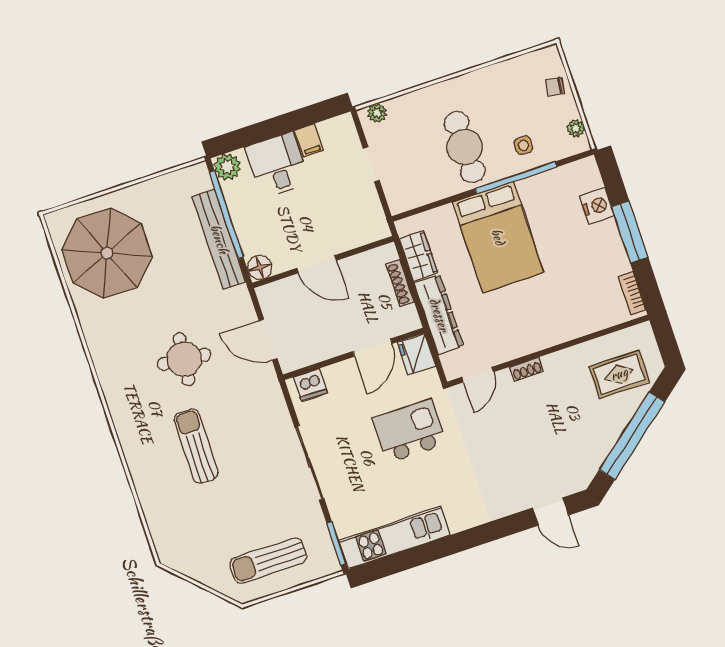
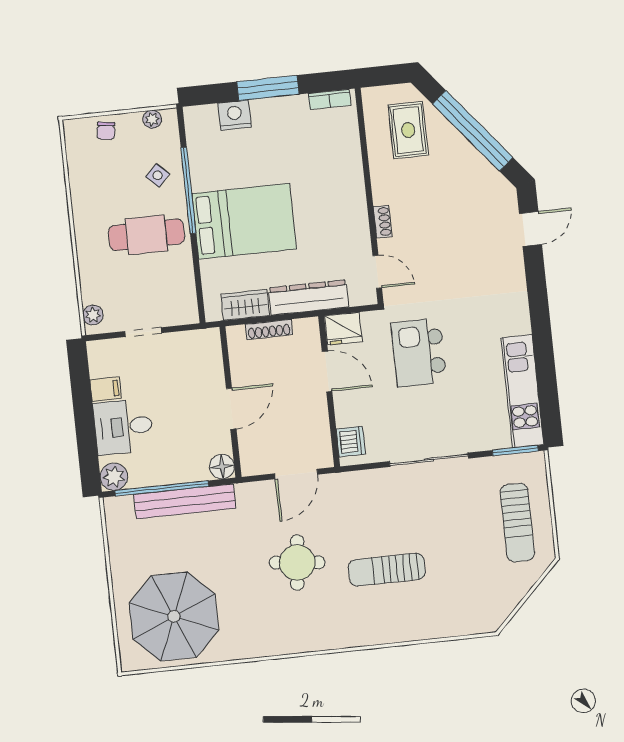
side table: (523, 145) -> (158, 175), turned 45

